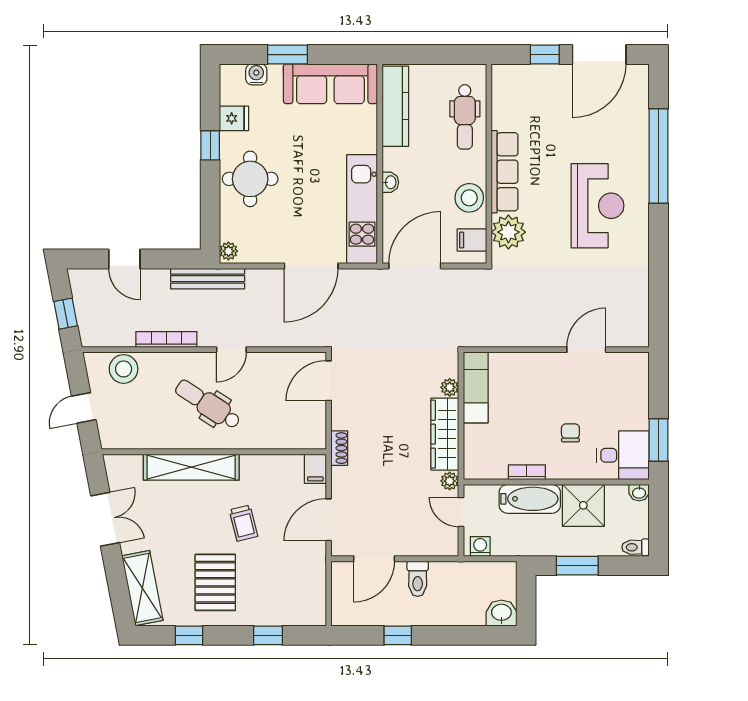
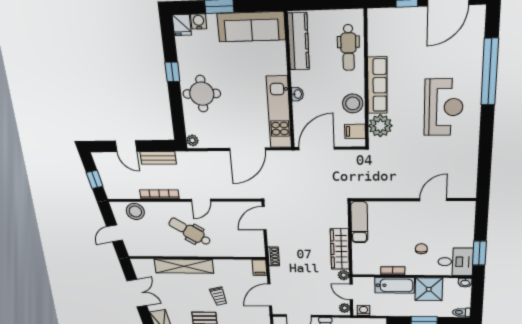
fridge: (234, 118) -> (182, 25), moved, turned 90
bench: (208, 279) -> (158, 158), moved, width x0.73
plant: (450, 387) -> (345, 308), moved

